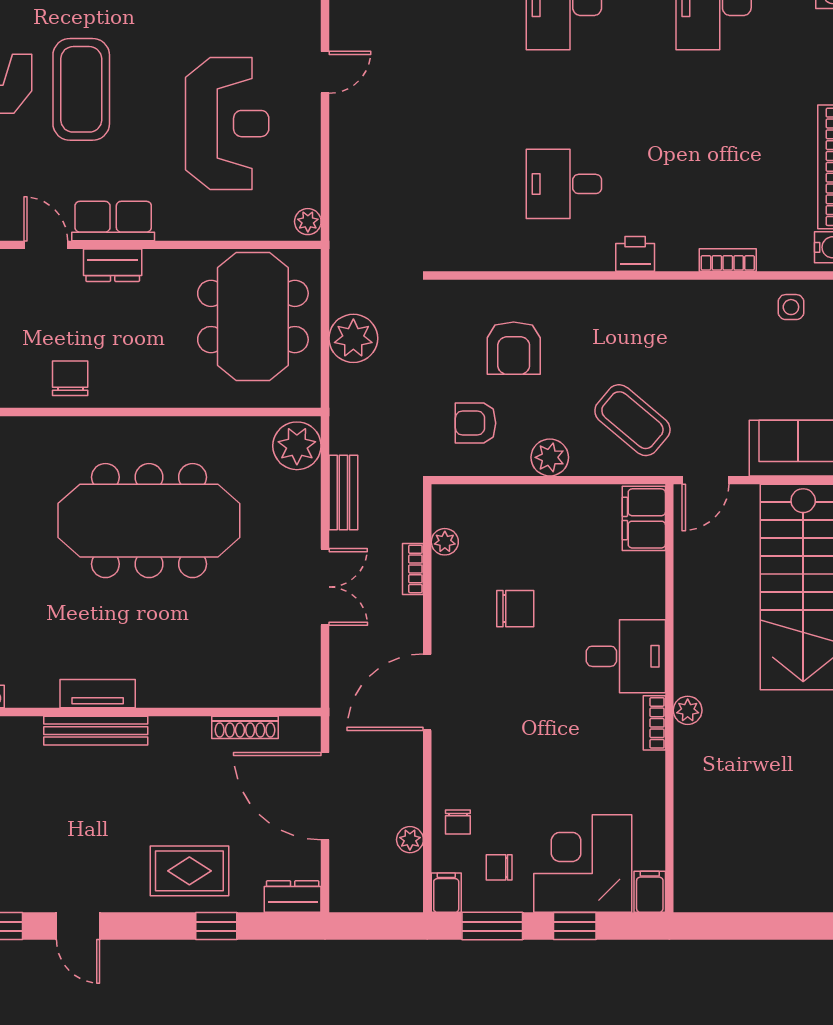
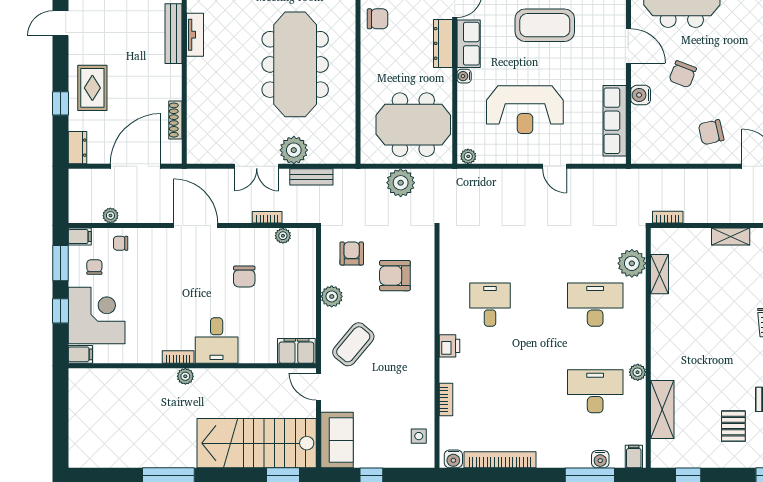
water cooler: (169, 229) -> (464, 76), added
dresser: (113, 265) -> (443, 43), width x1.44
plant: (297, 446) -> (294, 150), moved

